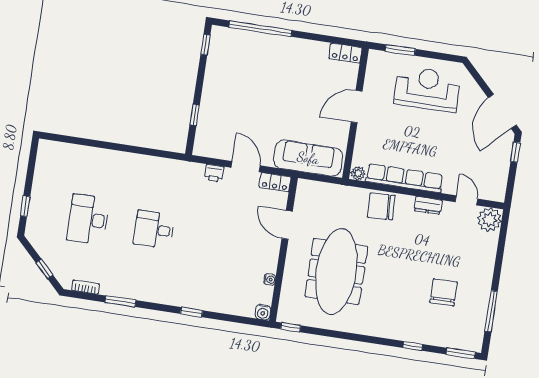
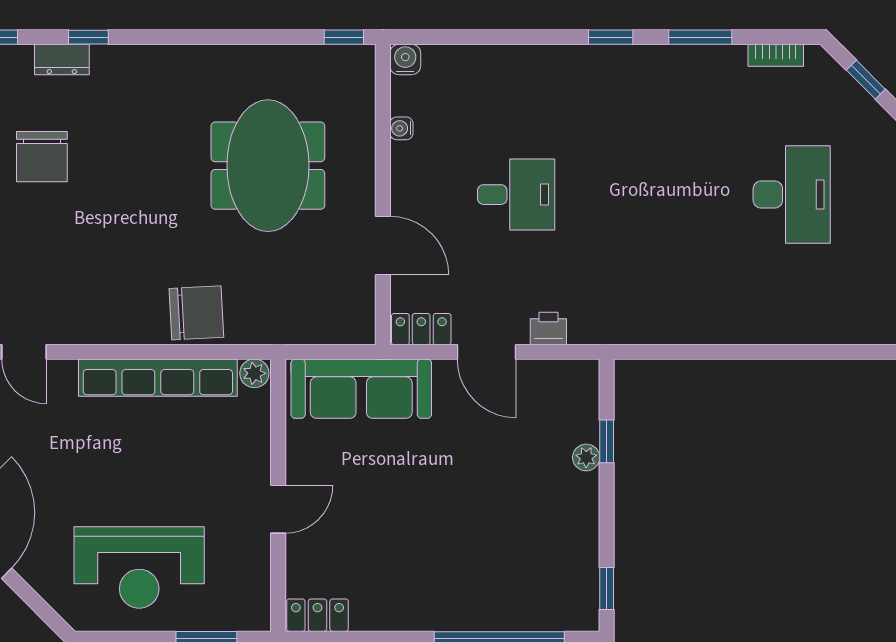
door: (357, 107) -> (278, 509), width x0.73
plant: (206, 109) -> (586, 457), added
dresser: (428, 205) -> (62, 60), moved, turned 180
desk: (154, 229) -> (516, 195), moved
meeting table: (336, 271) -> (268, 166), width x0.73
window: (192, 312) -> (611, 37), moved

